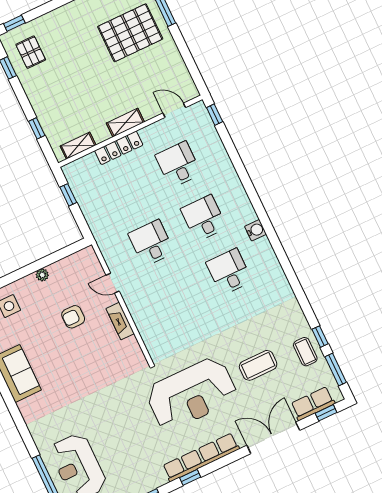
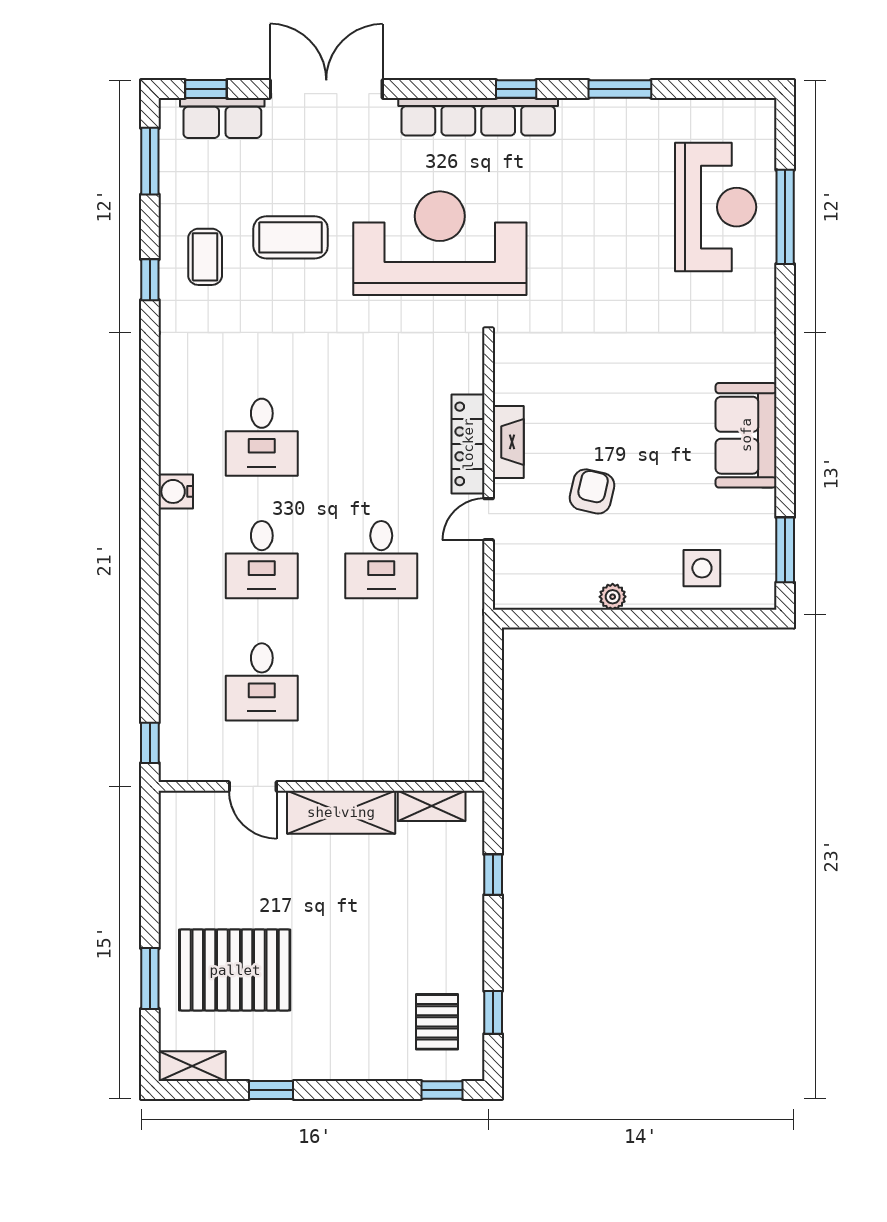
door: (174, 110) -> (253, 786), moved
shelving: (125, 123) -> (341, 812), width x1.50, depth x1.33
locker: (119, 148) -> (468, 444), moved, turned -90
window: (68, 195) -> (493, 723), removed
door: (113, 283) -> (489, 519), swing flipped
armchair: (73, 317) -> (592, 491), turned -77
window: (320, 337) -> (150, 280), moved
coffee table: (305, 352) -> (205, 257), moved
double door: (273, 438) -> (326, 89), swing flipped

